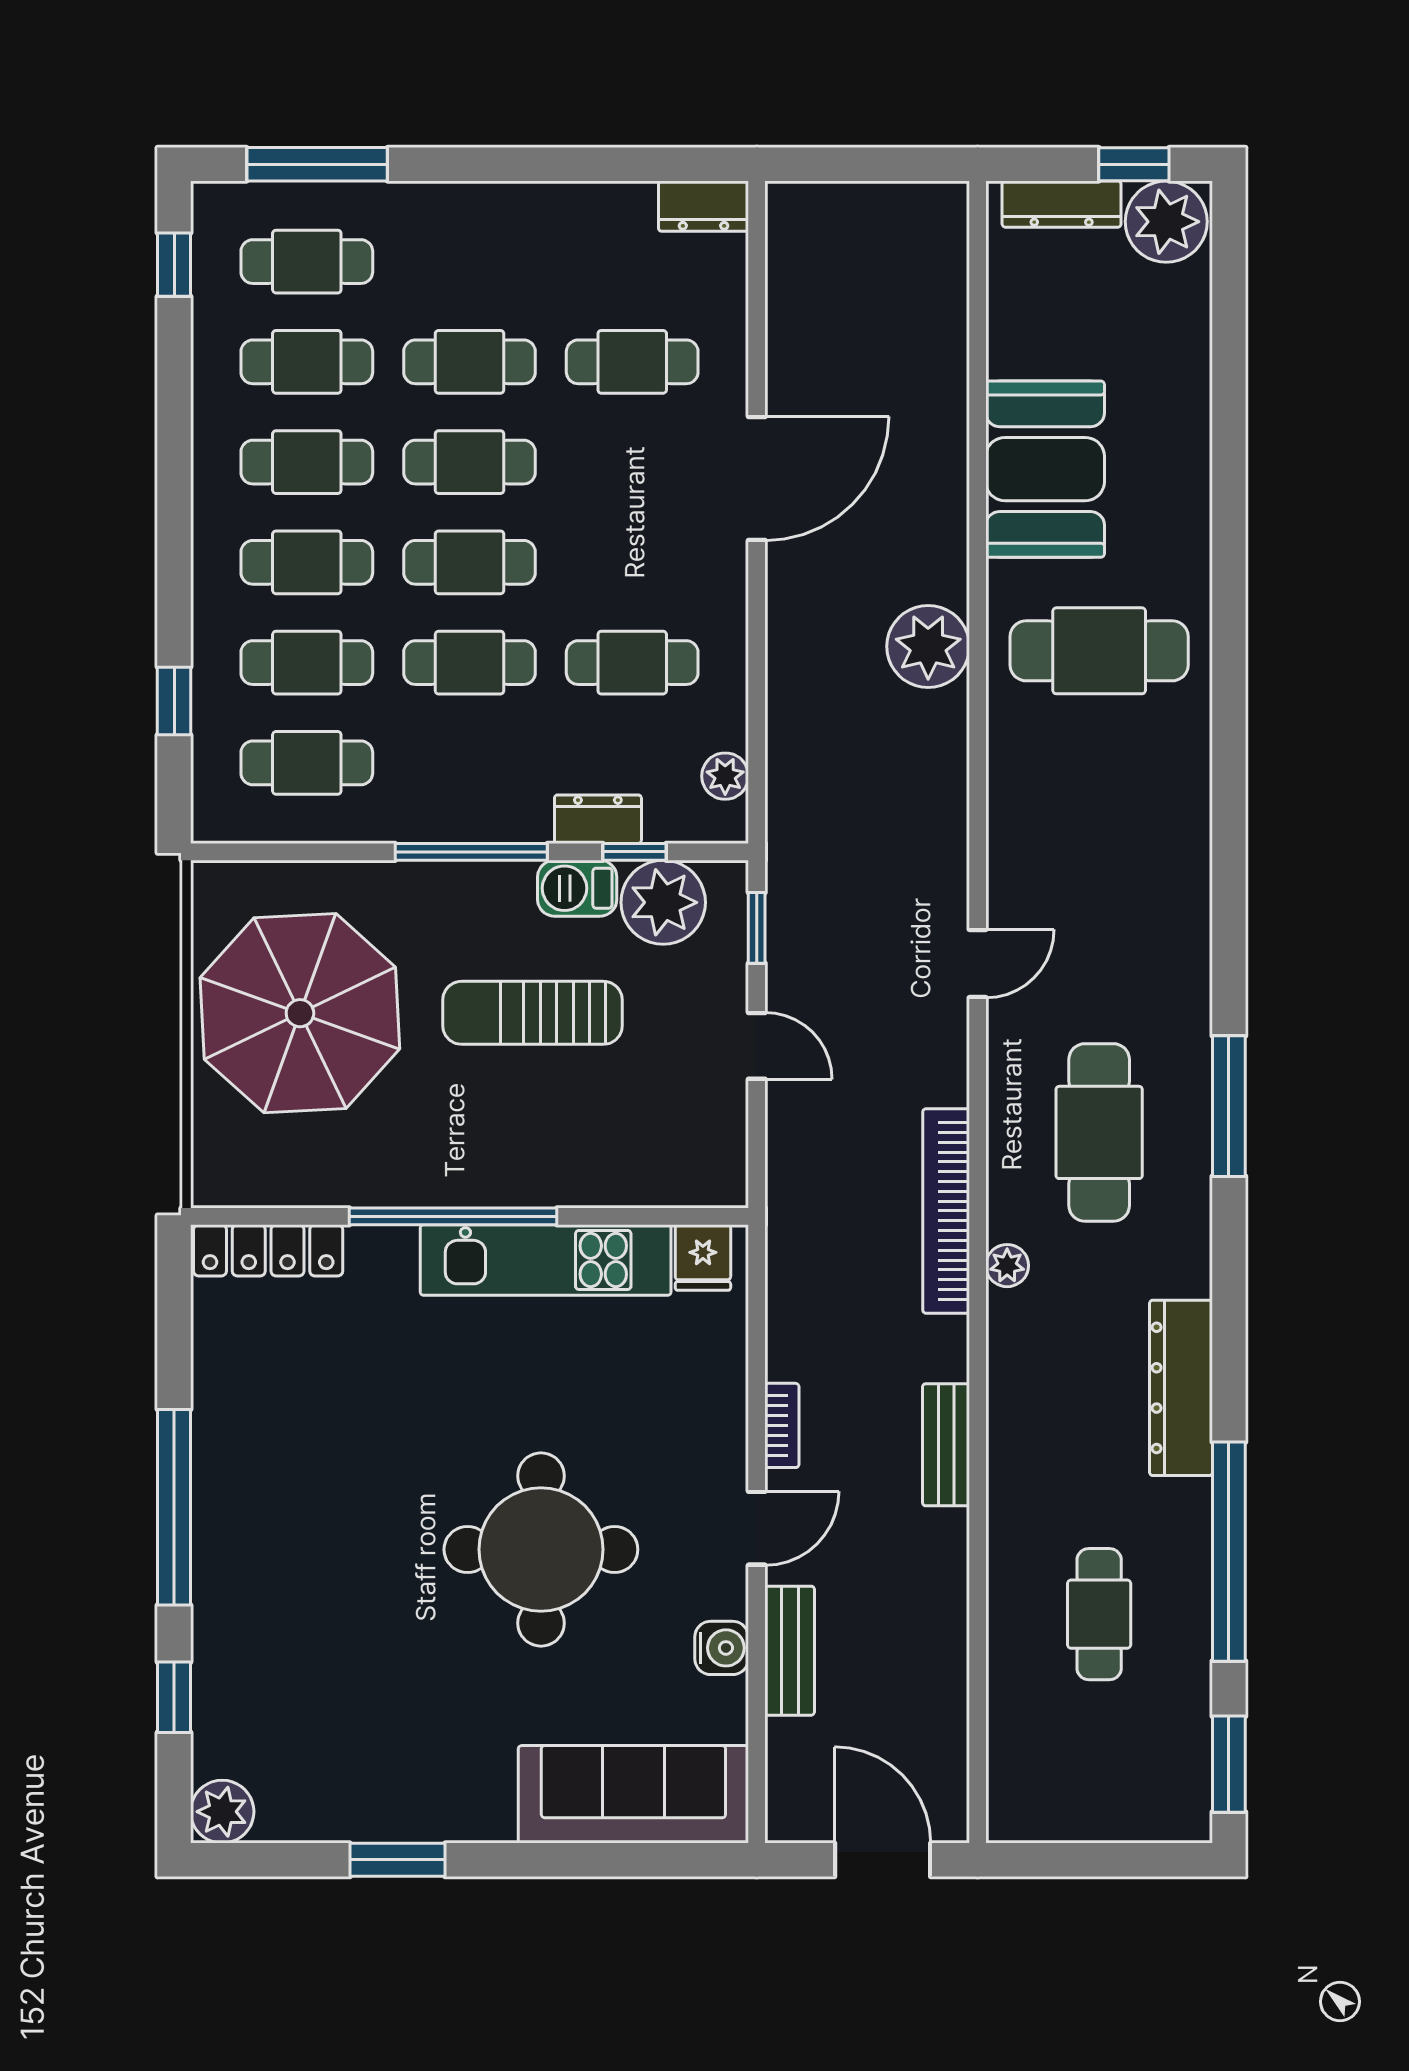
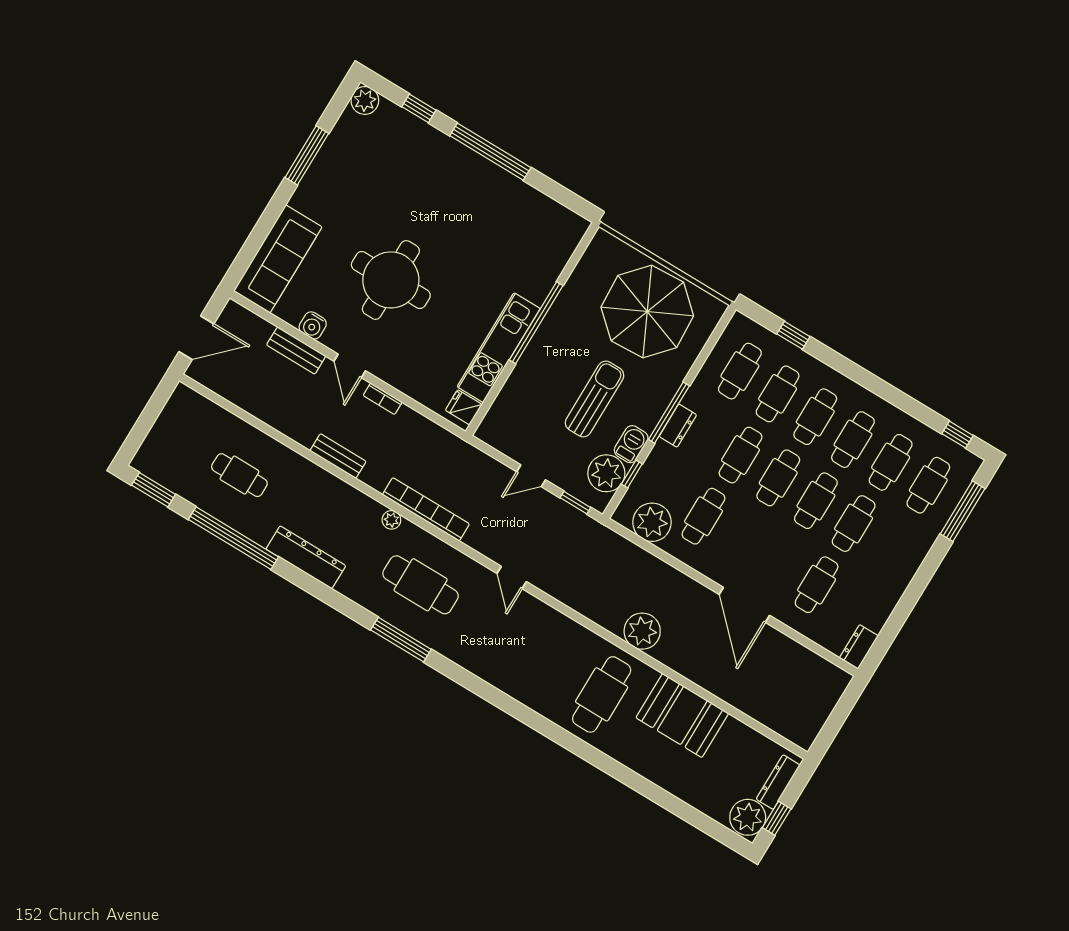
plant: (725, 776) -> (652, 522), width x1.88, depth x1.88
dresser: (598, 819) -> (678, 426), moved
locker: (268, 1250) -> (565, 246), removed
window: (397, 1860) -> (307, 155), width x1.44

